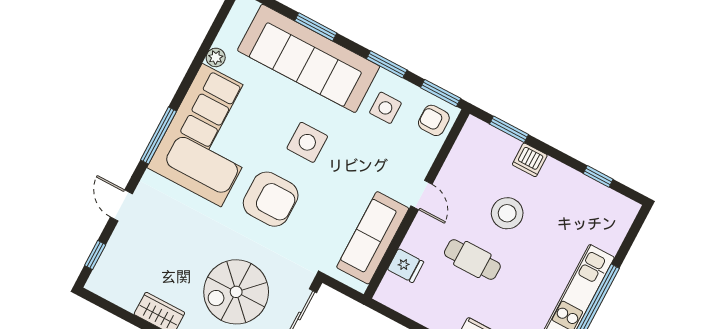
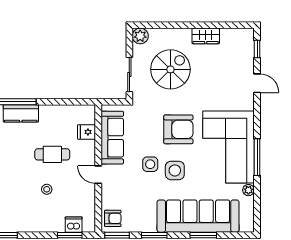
side table: (385, 108) -> (150, 164), moved
window: (158, 136) -> (257, 157), moved
dishwasher: (530, 160) -> (74, 225), moved
armchair: (271, 199) -> (178, 129), turned 180
stool: (507, 213) -> (47, 189), width x0.53, depth x0.53

